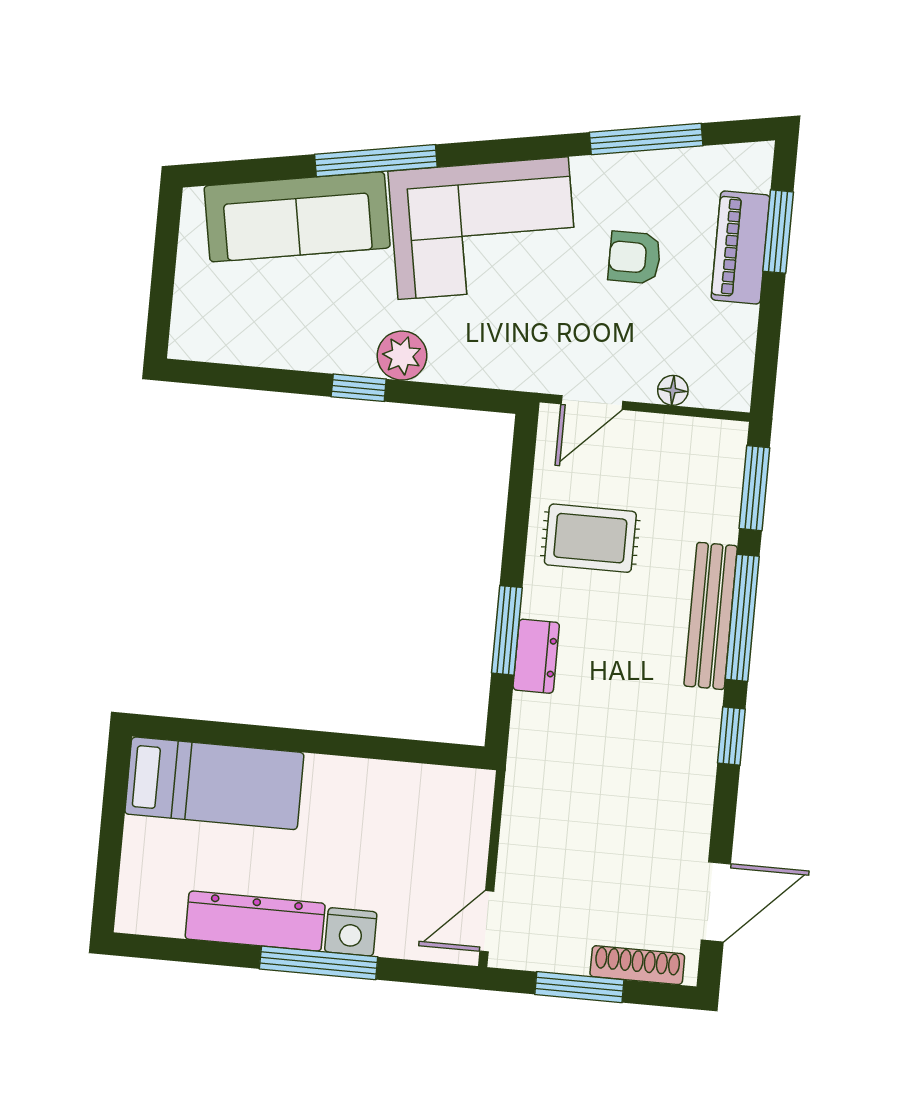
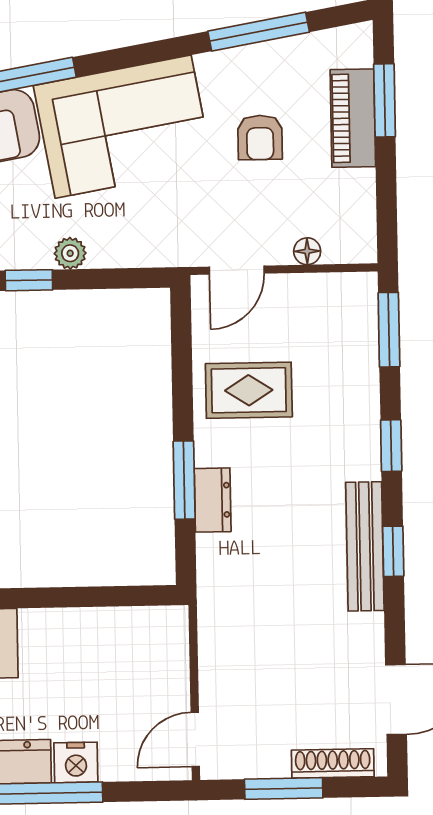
armchair: (635, 257) -> (260, 137), turned -90
plant: (402, 356) -> (70, 253), width x0.73, depth x0.73
bench: (711, 616) -> (365, 546), moved
window: (742, 618) -> (391, 446), width x0.46

